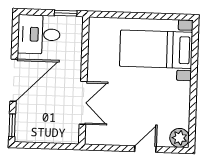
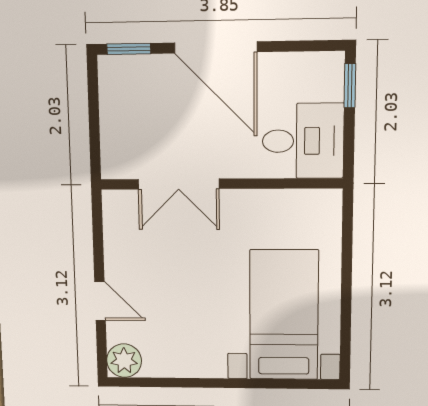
window: (66, 13) -> (350, 86), moved
desk: (39, 34) -> (303, 141), moved, turned 90

